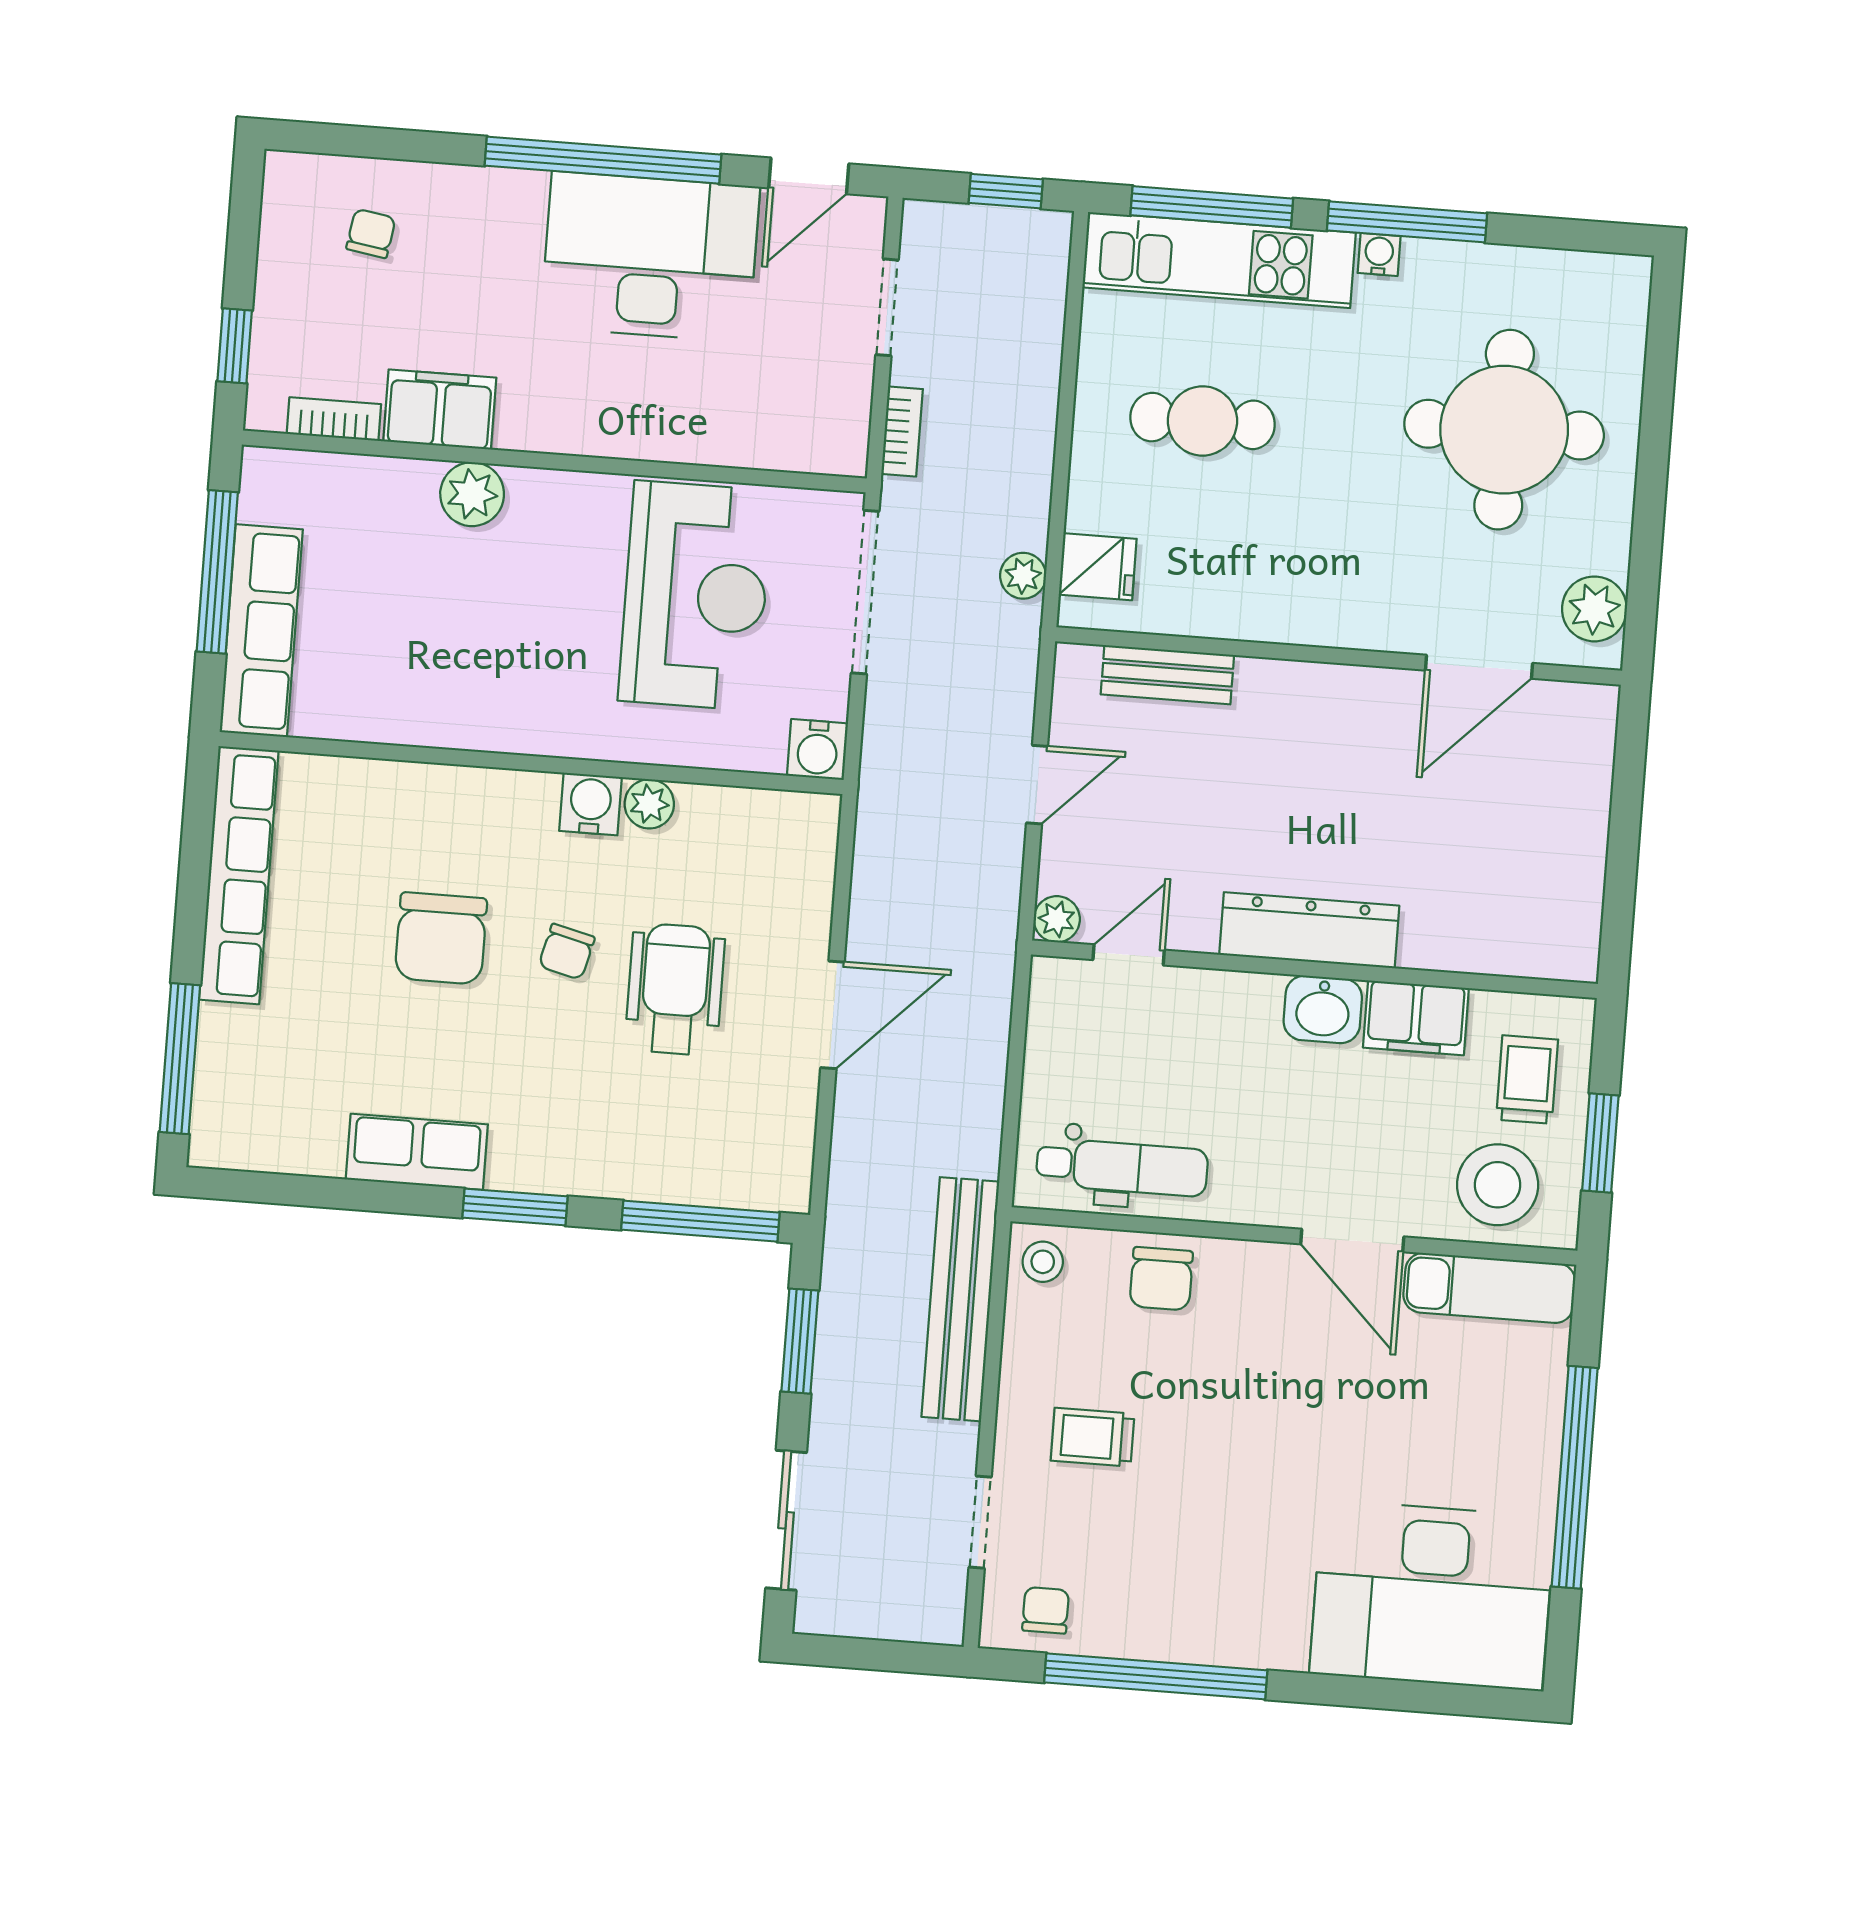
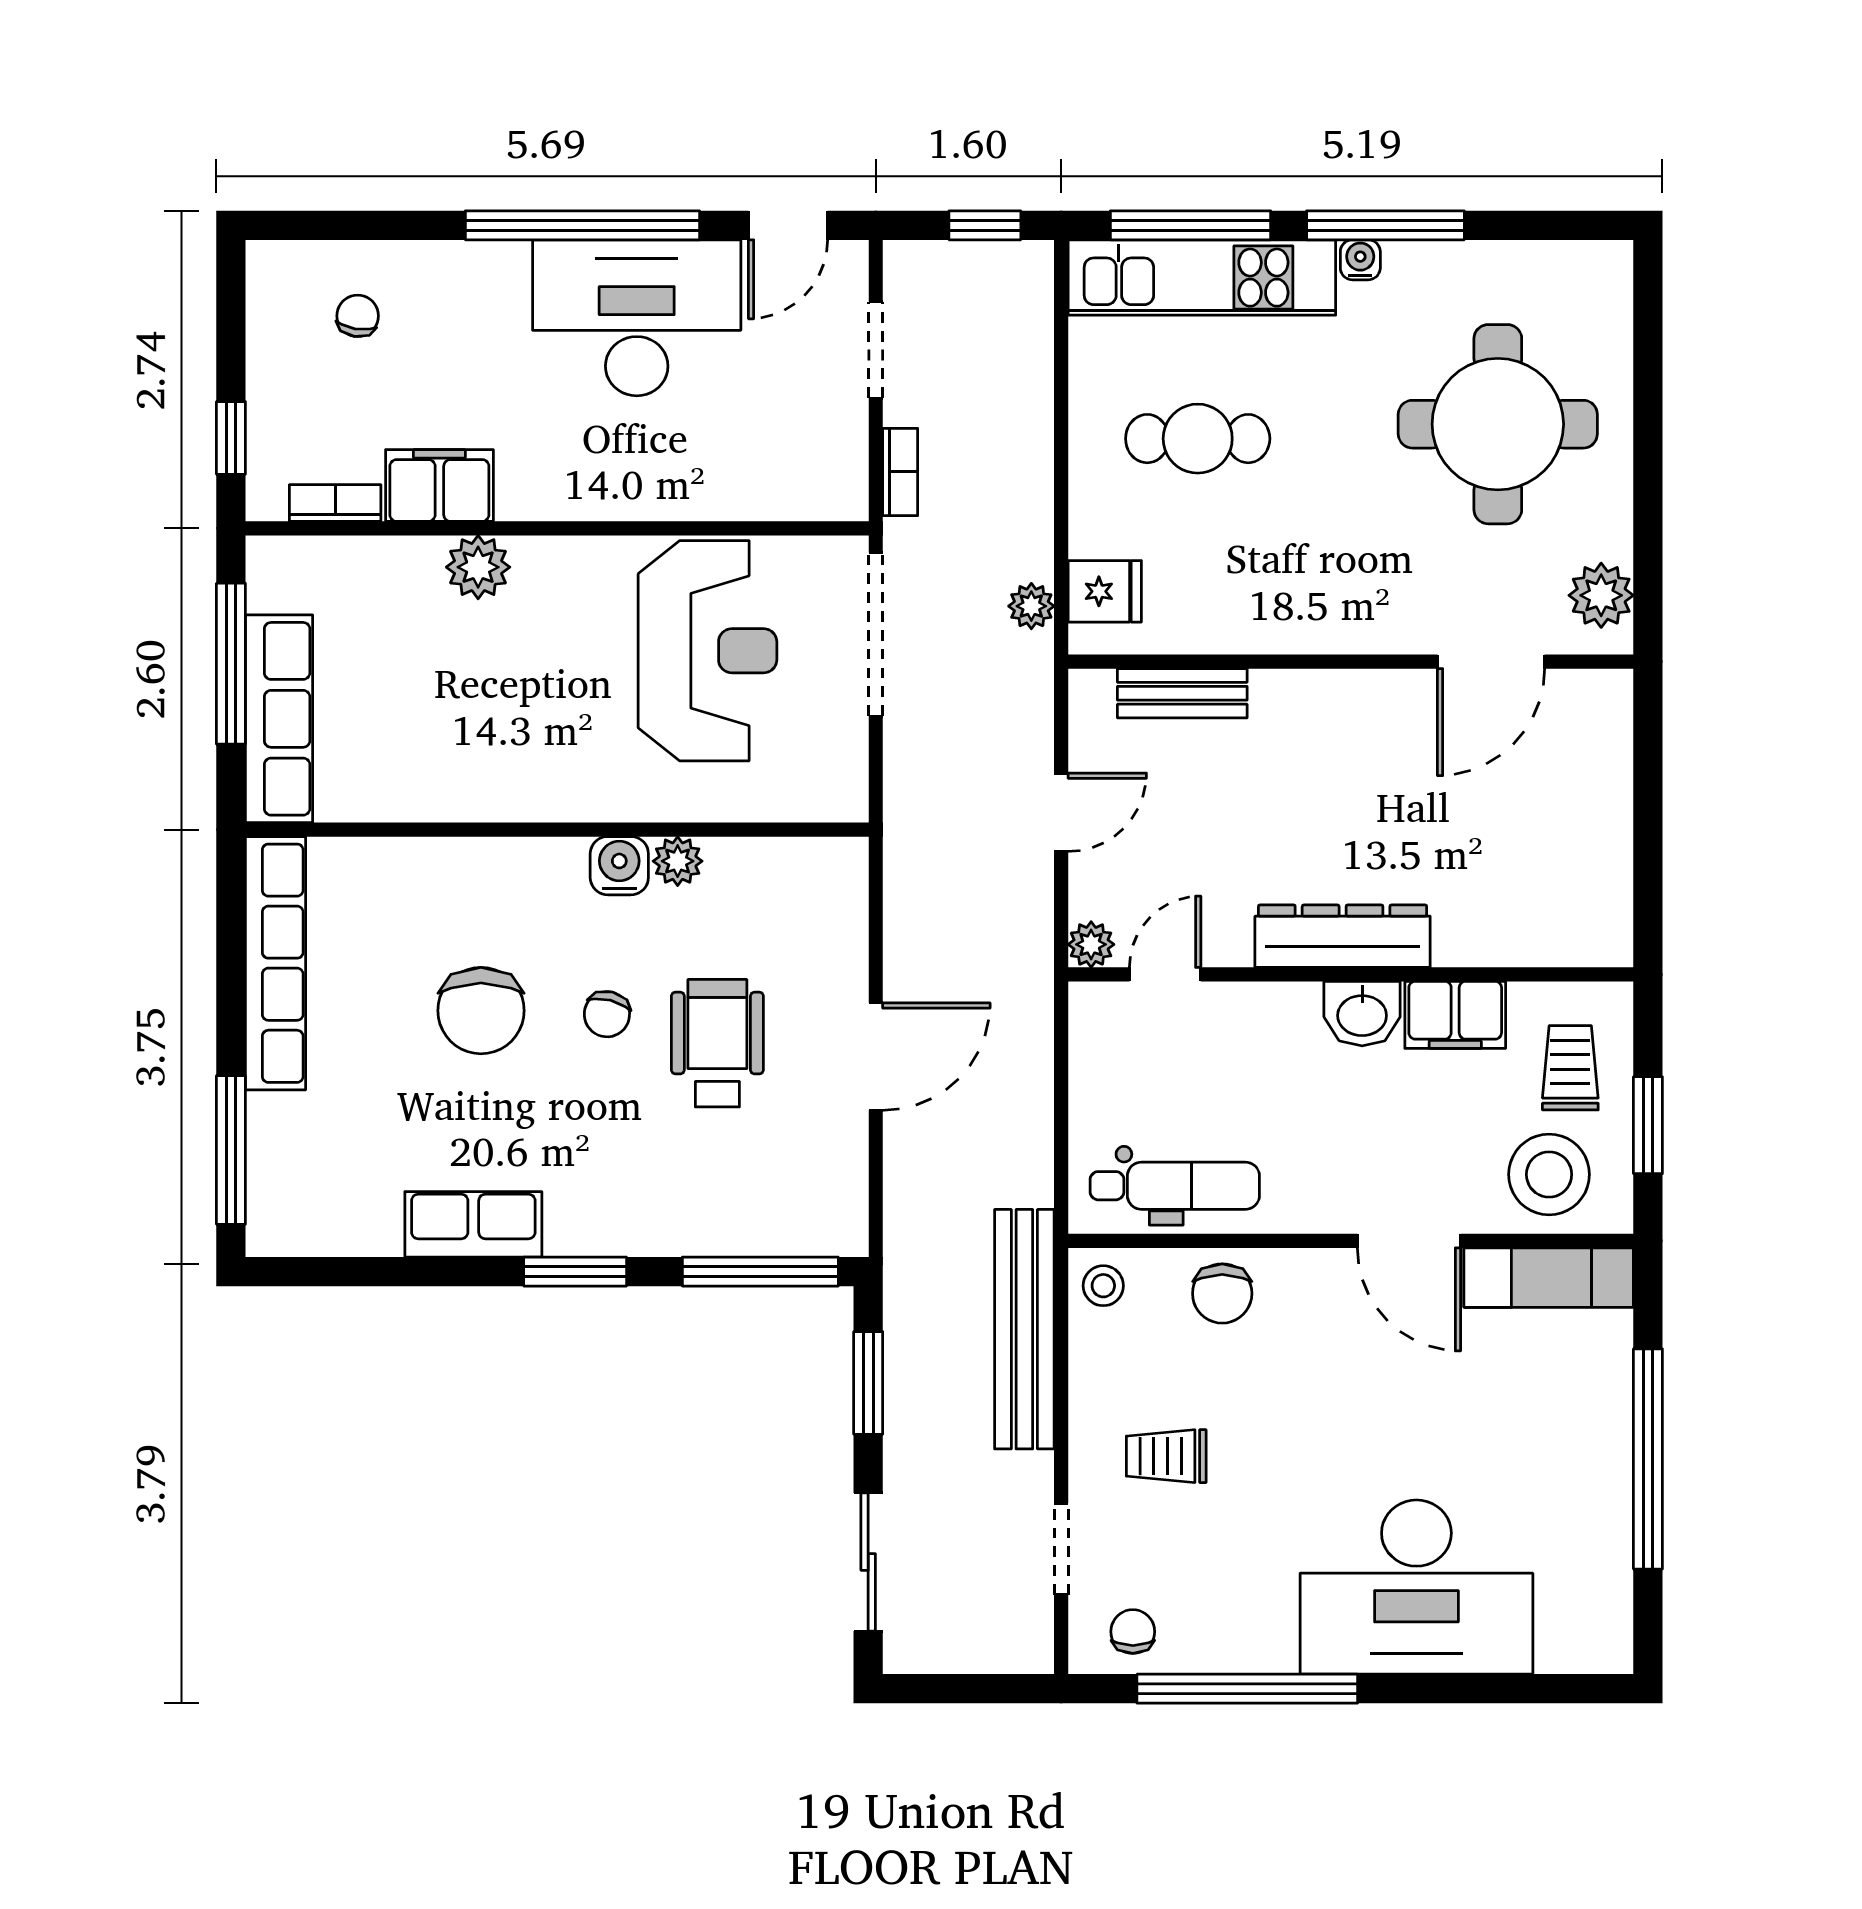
water cooler: (817, 750) -> (840, 794), removed
desk: (1432, 1595) -> (1416, 1587), moved

